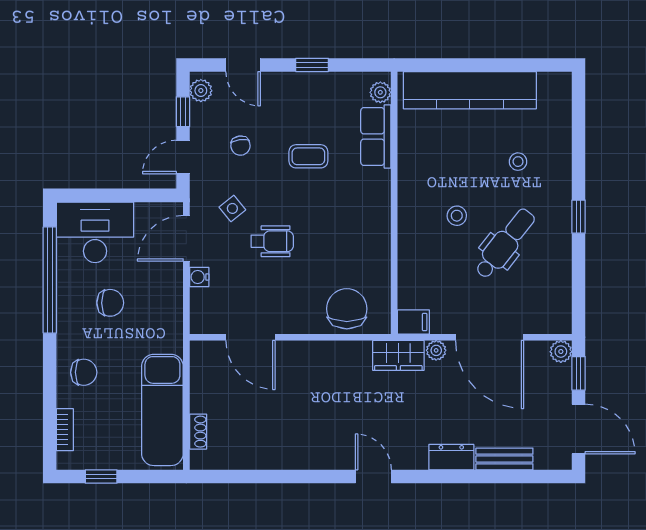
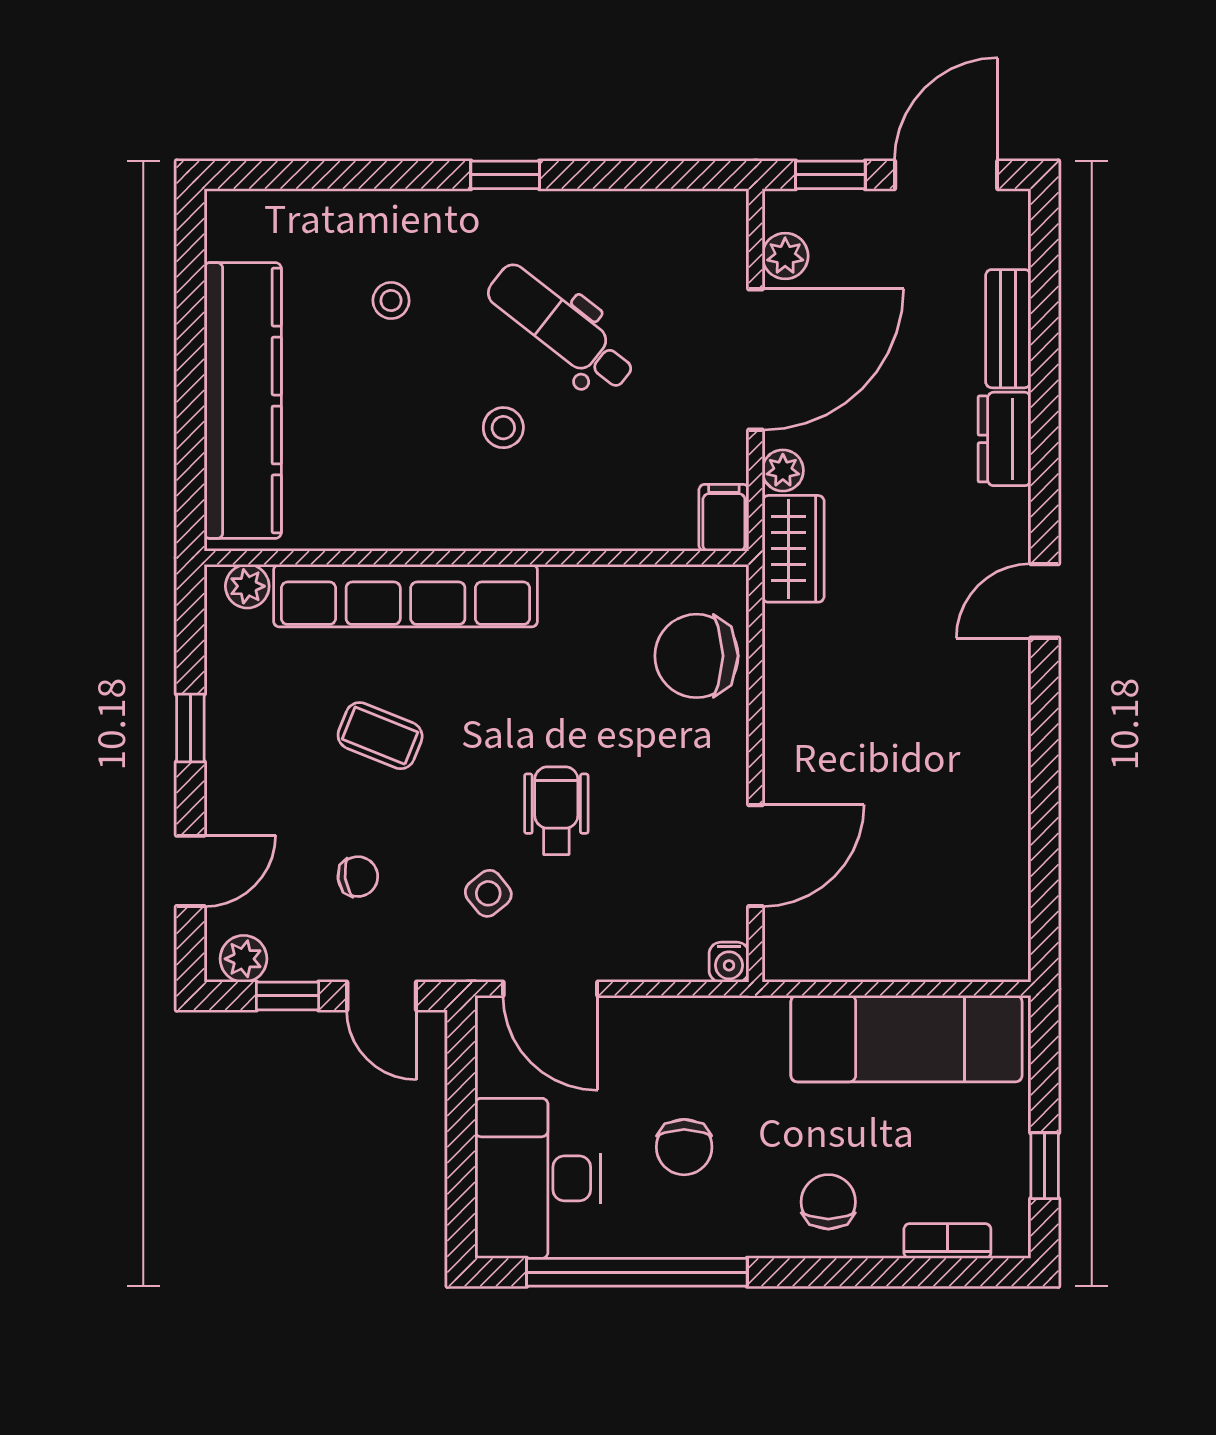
row of seats: (376, 136) -> (405, 596), width x2.02
coffee table: (308, 156) -> (380, 736), turned -68
water cooler: (199, 277) -> (729, 962), moved
chair: (110, 303) -> (684, 1147), turned 180
plant: (561, 352) -> (785, 256), moved
shoe rack: (198, 432) -> (951, 964), removed

